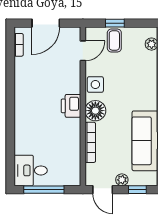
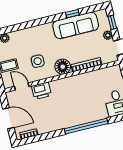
side table: (95, 85) -> (38, 61), moved
printer: (71, 106) -> (42, 91), moved
window: (10, 122) -> (86, 126), added

